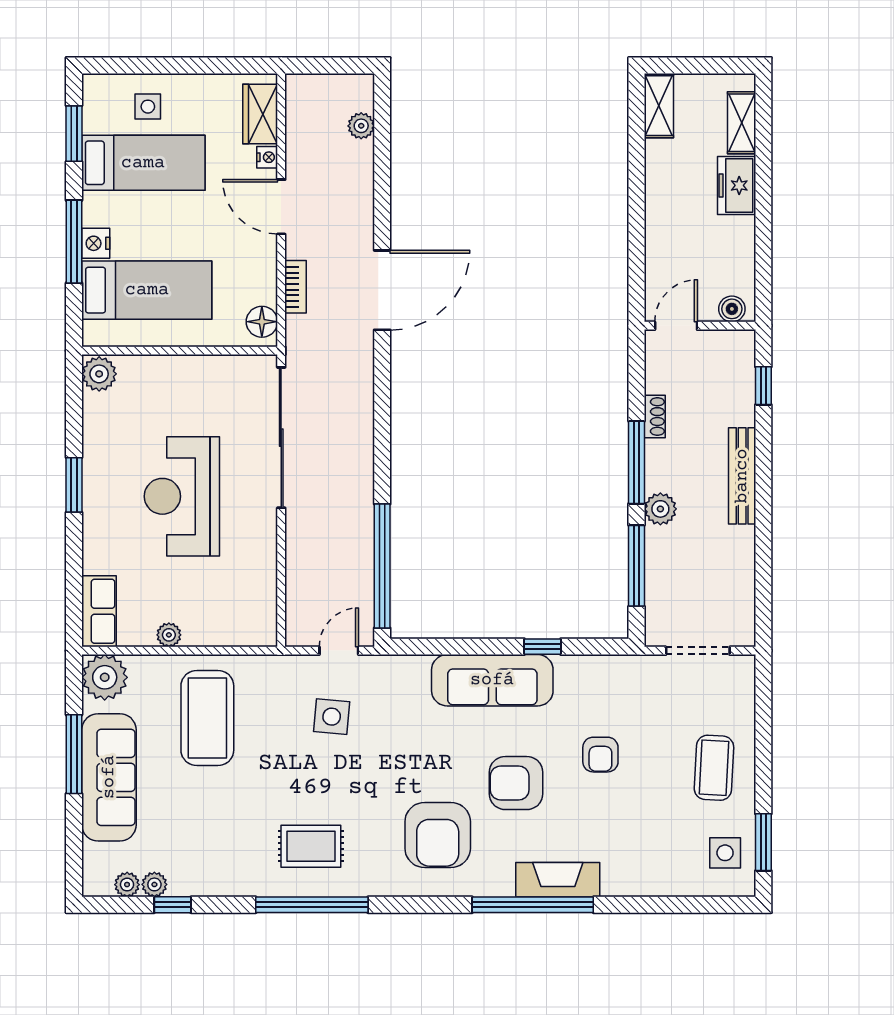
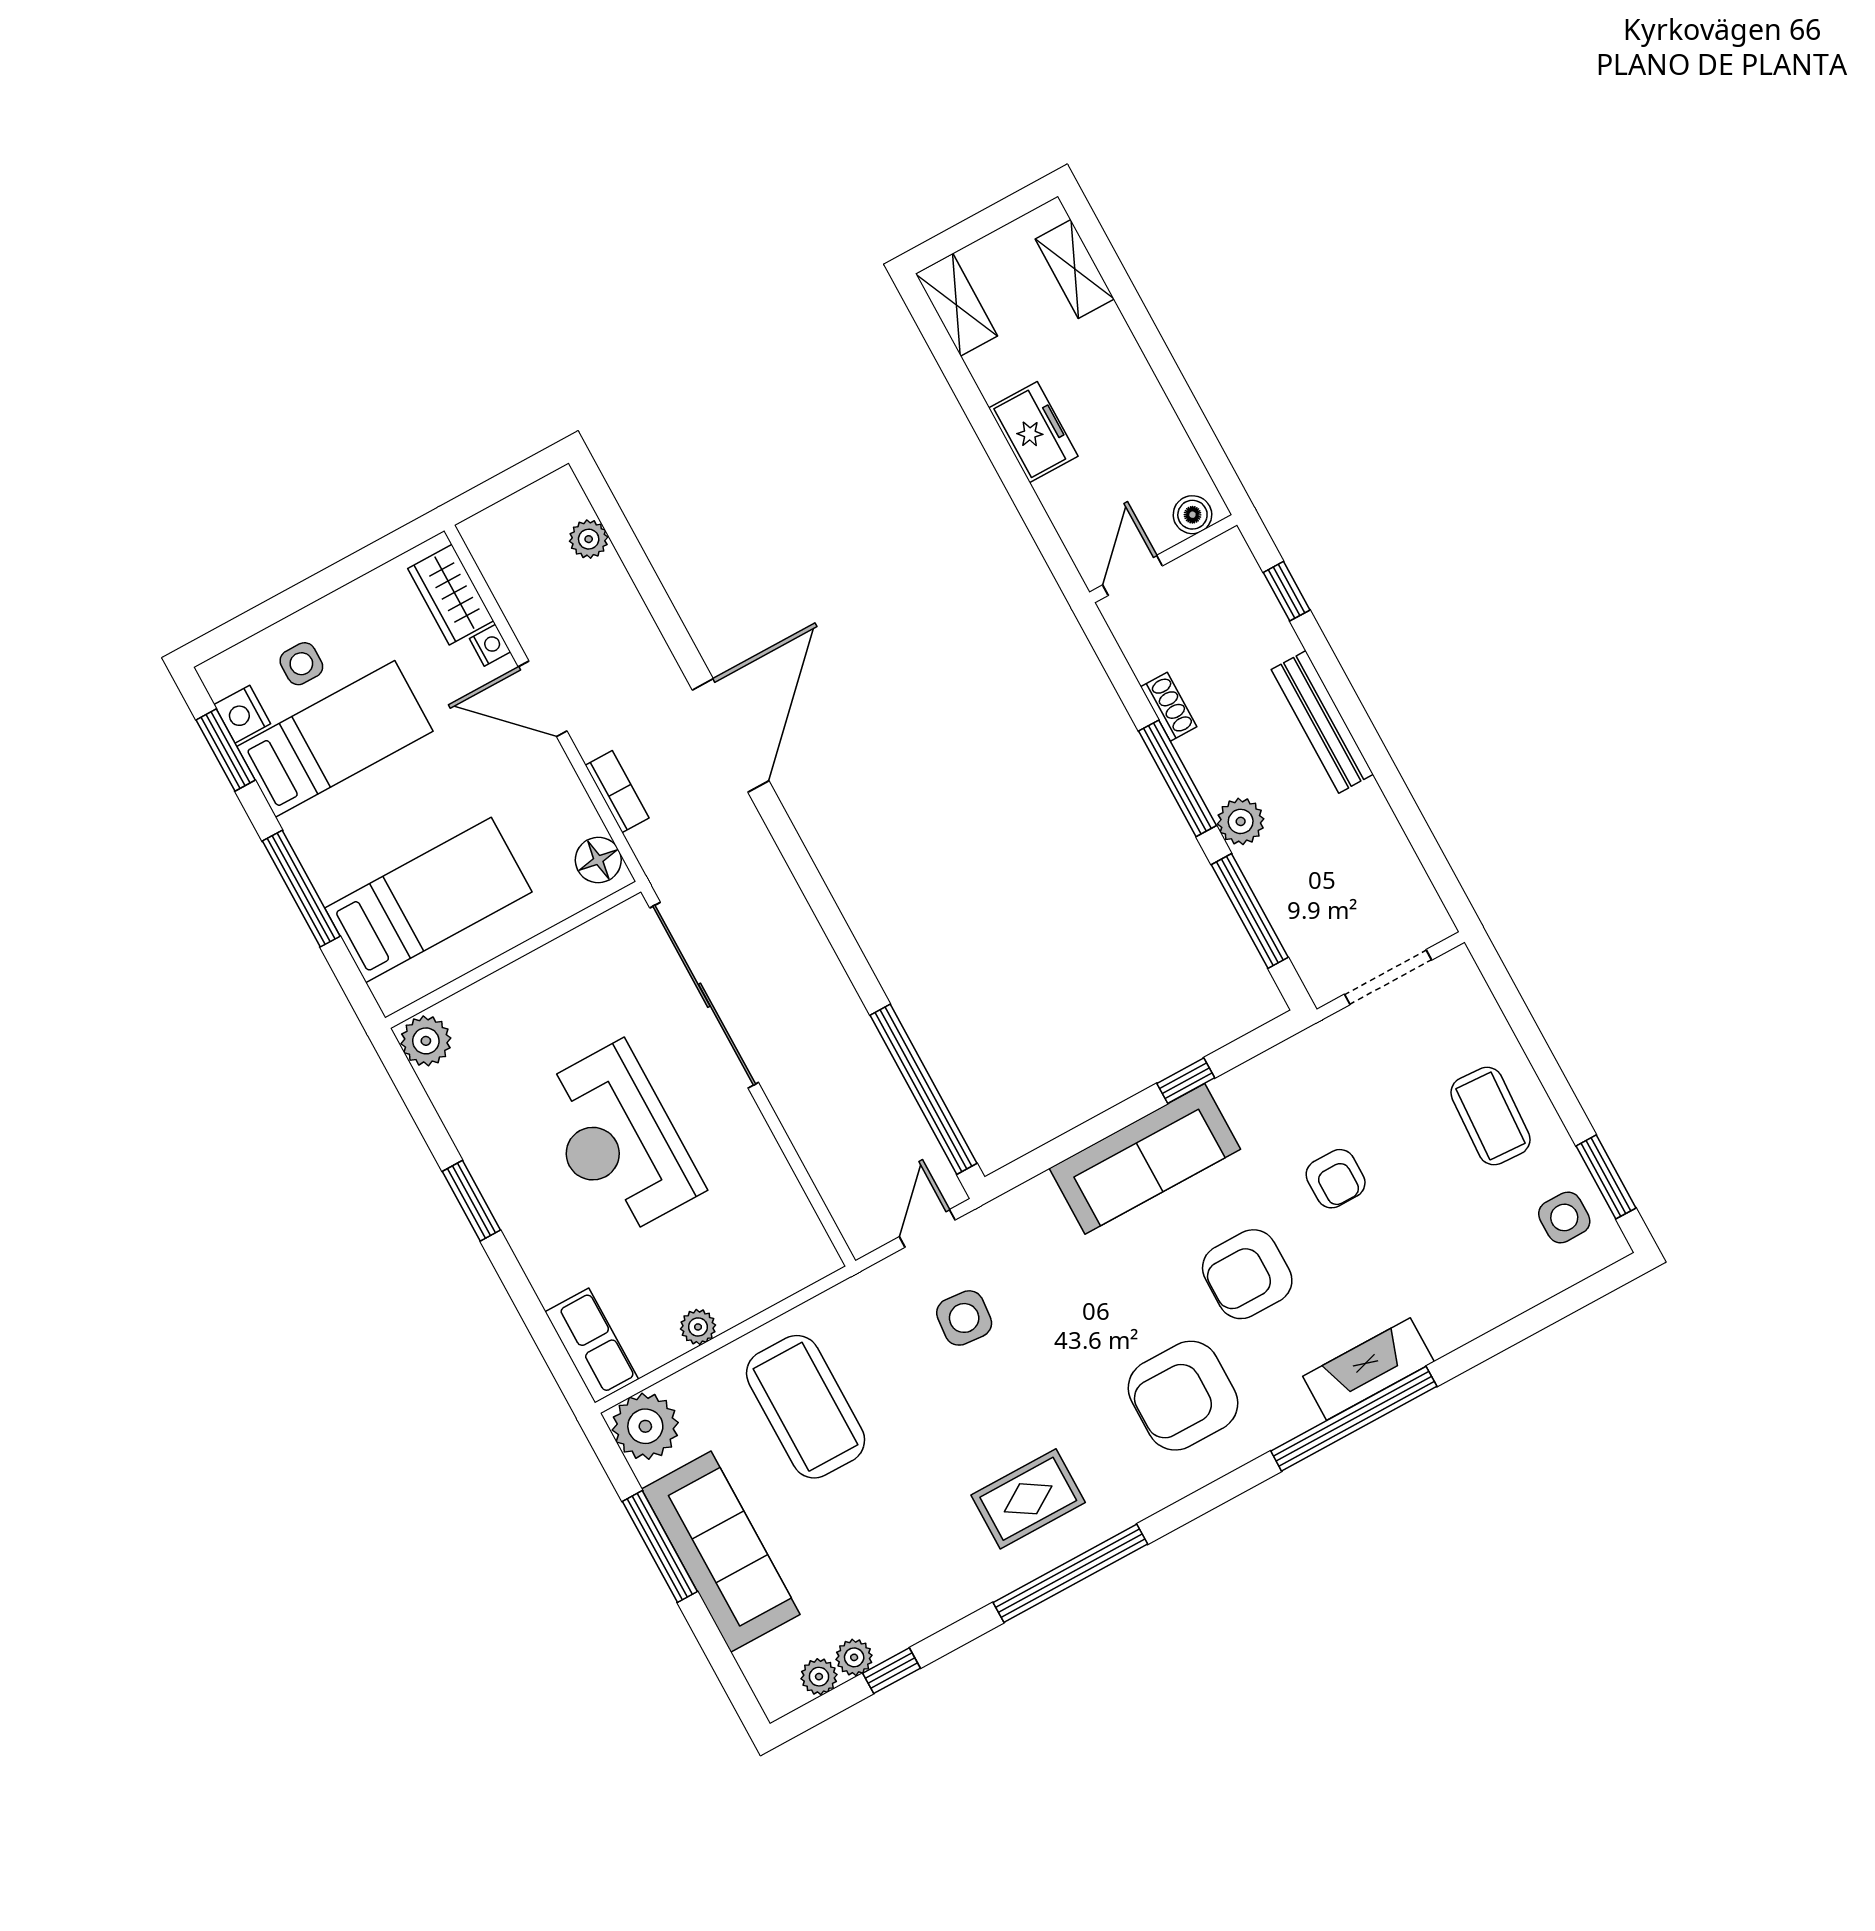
freezer: (737, 185) -> (1033, 432), moved, turned 180
nightstand: (96, 243) -> (242, 714), moved
armchair: (438, 835) -> (1183, 1396), turned 90

